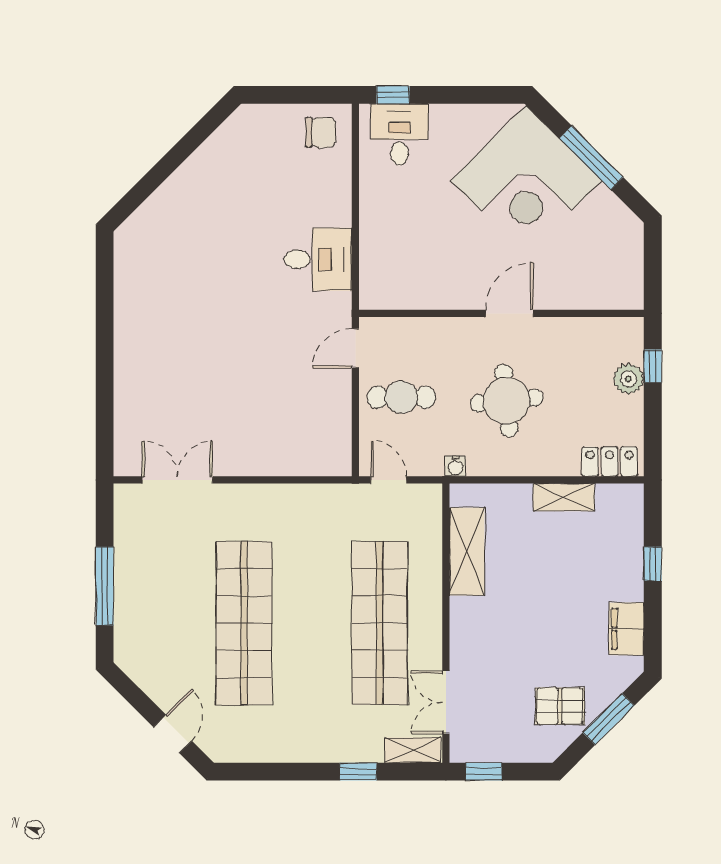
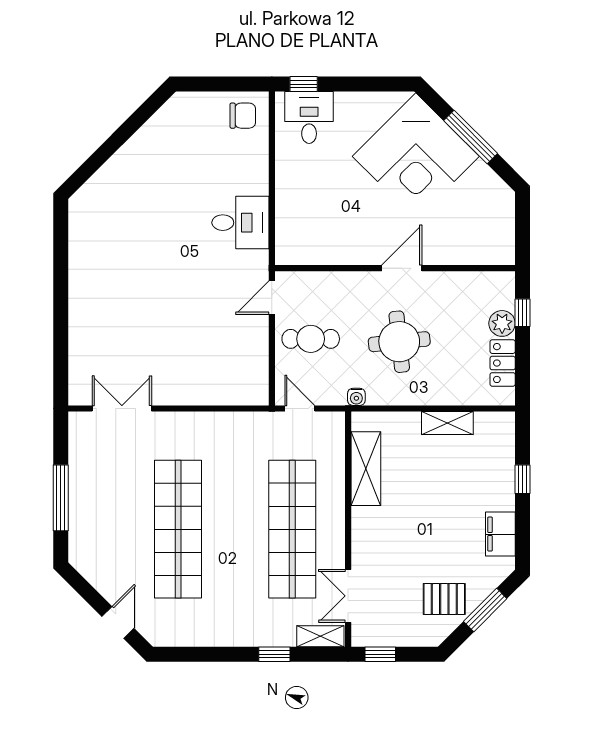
locker: (610, 462) -> (503, 363), moved, turned -90

